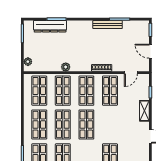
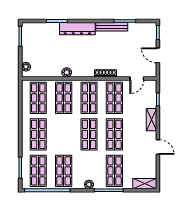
dresser: (50, 26) -> (77, 29), moved
shop shelf: (63, 125) -> (114, 134), moved

